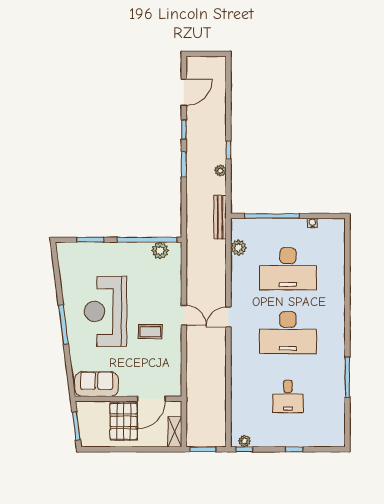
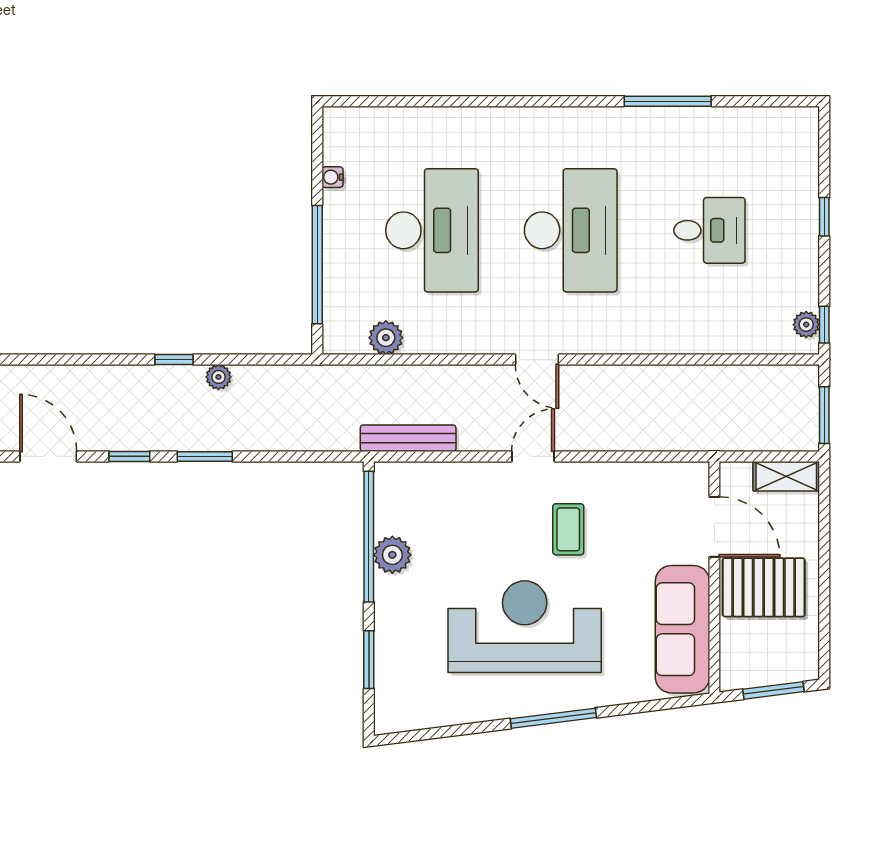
bench: (220, 217) -> (408, 438), moved
plant: (160, 251) -> (392, 555), moved
reception desk: (105, 311) -> (525, 627), turned 180
sofa: (97, 384) -> (682, 629), width x1.36

